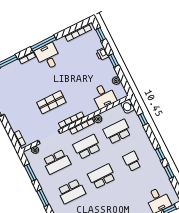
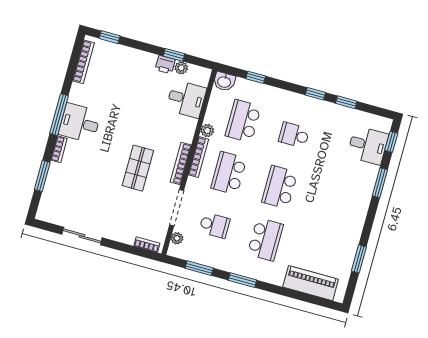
printer: (102, 54) -> (165, 65), moved
window: (113, 60) -> (174, 55), moved
school desk: (57, 162) -> (214, 225), width x0.54

